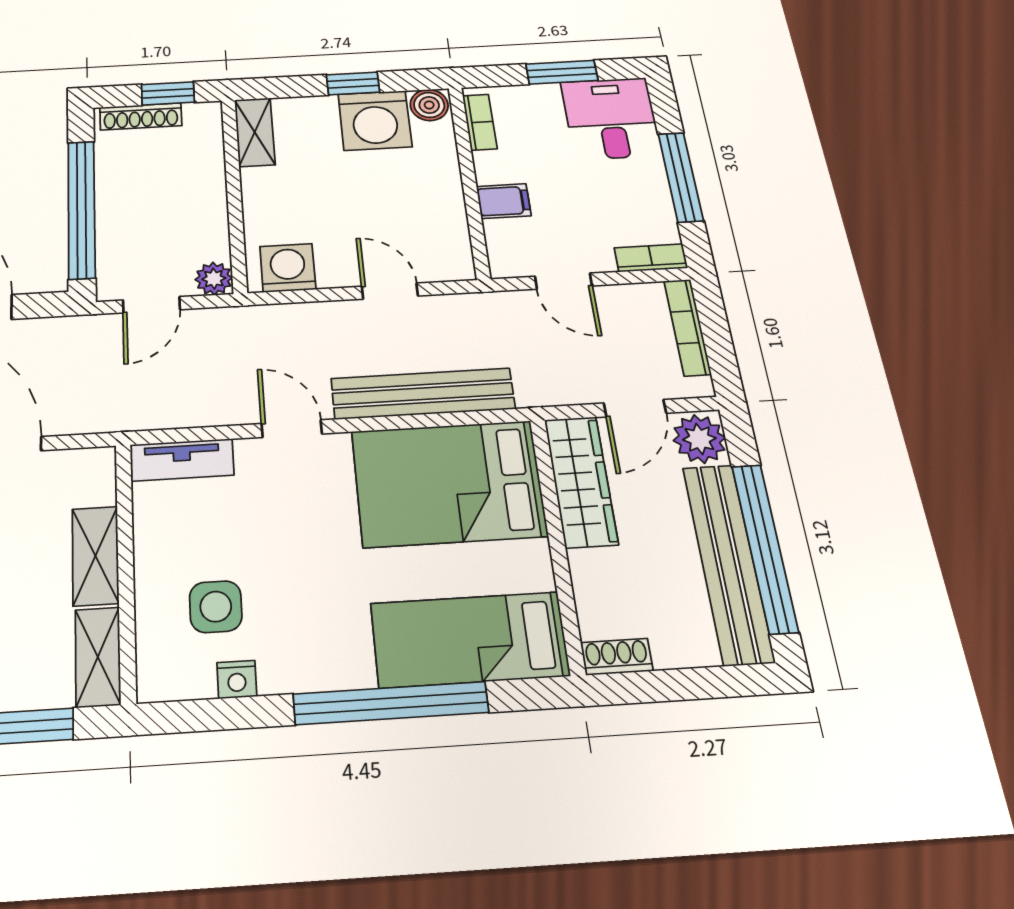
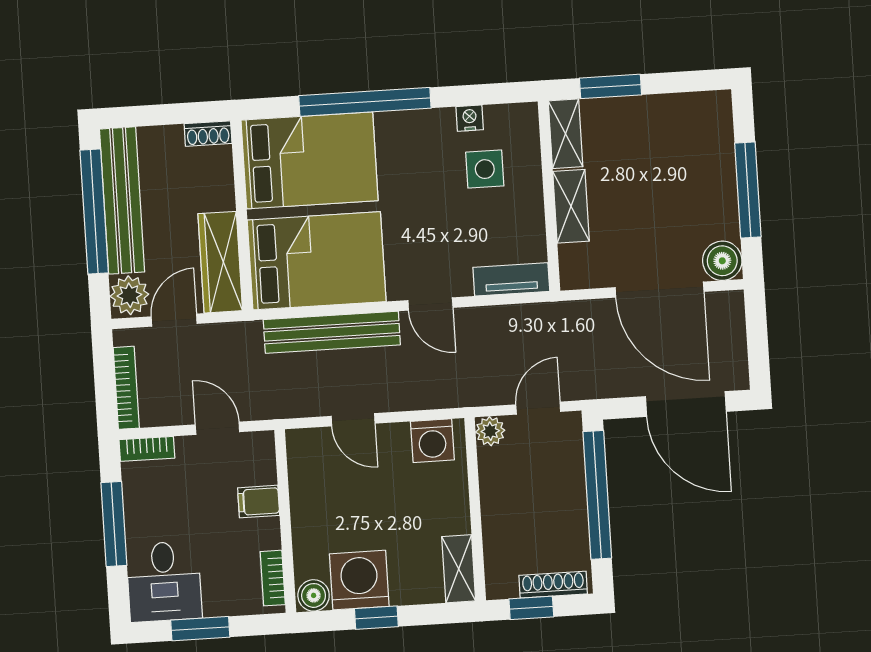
bed: (470, 640) -> (310, 160), width x1.50

